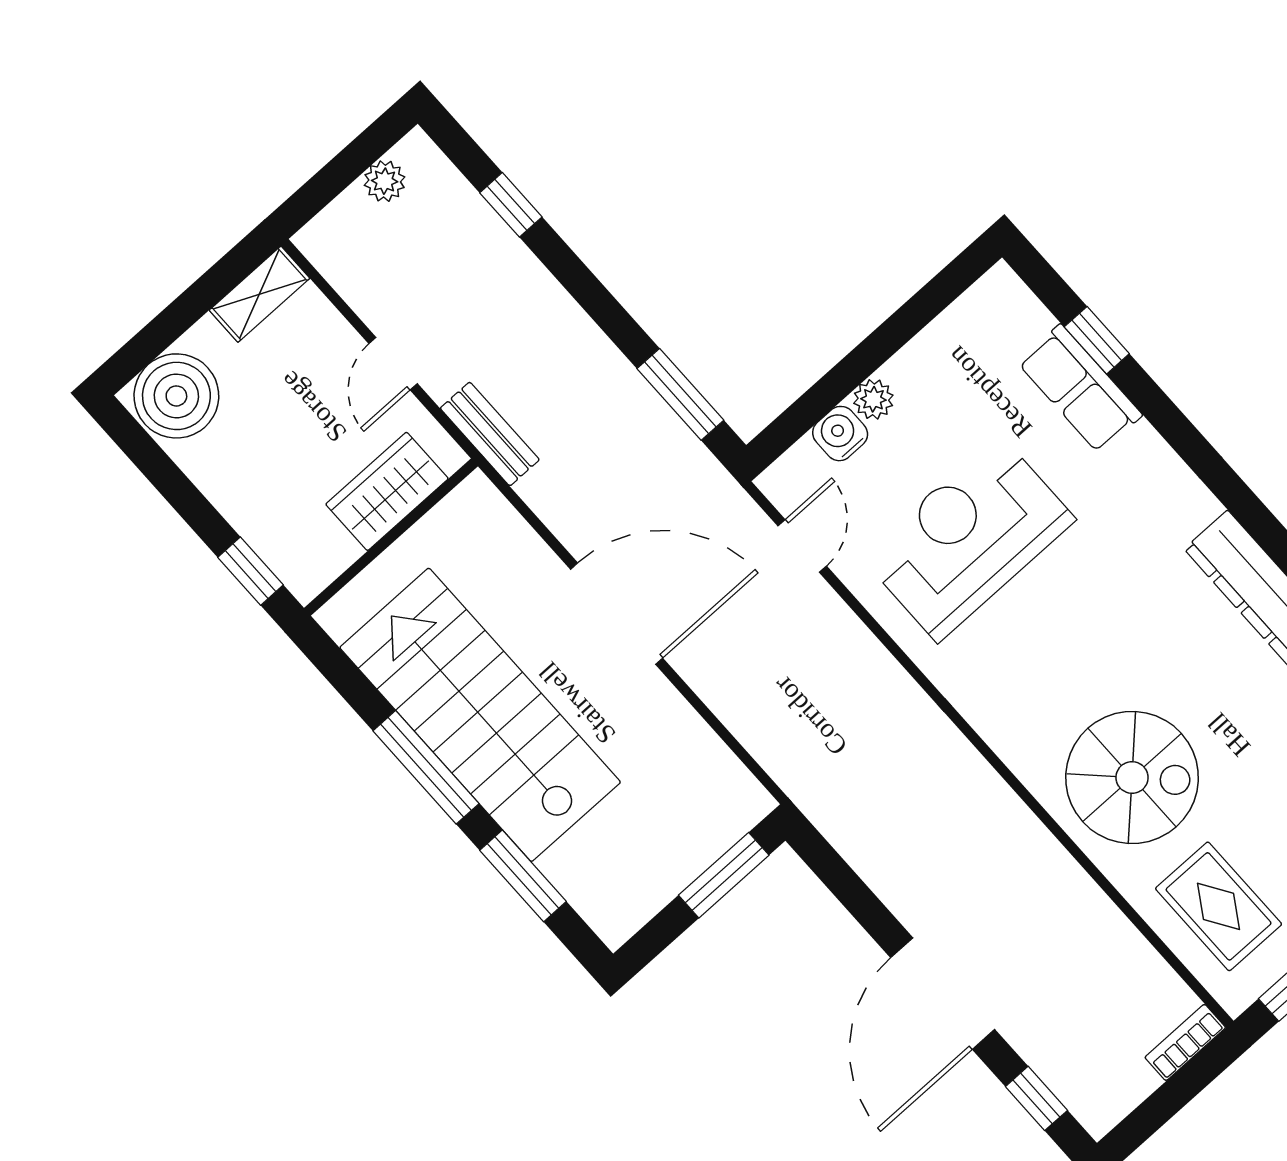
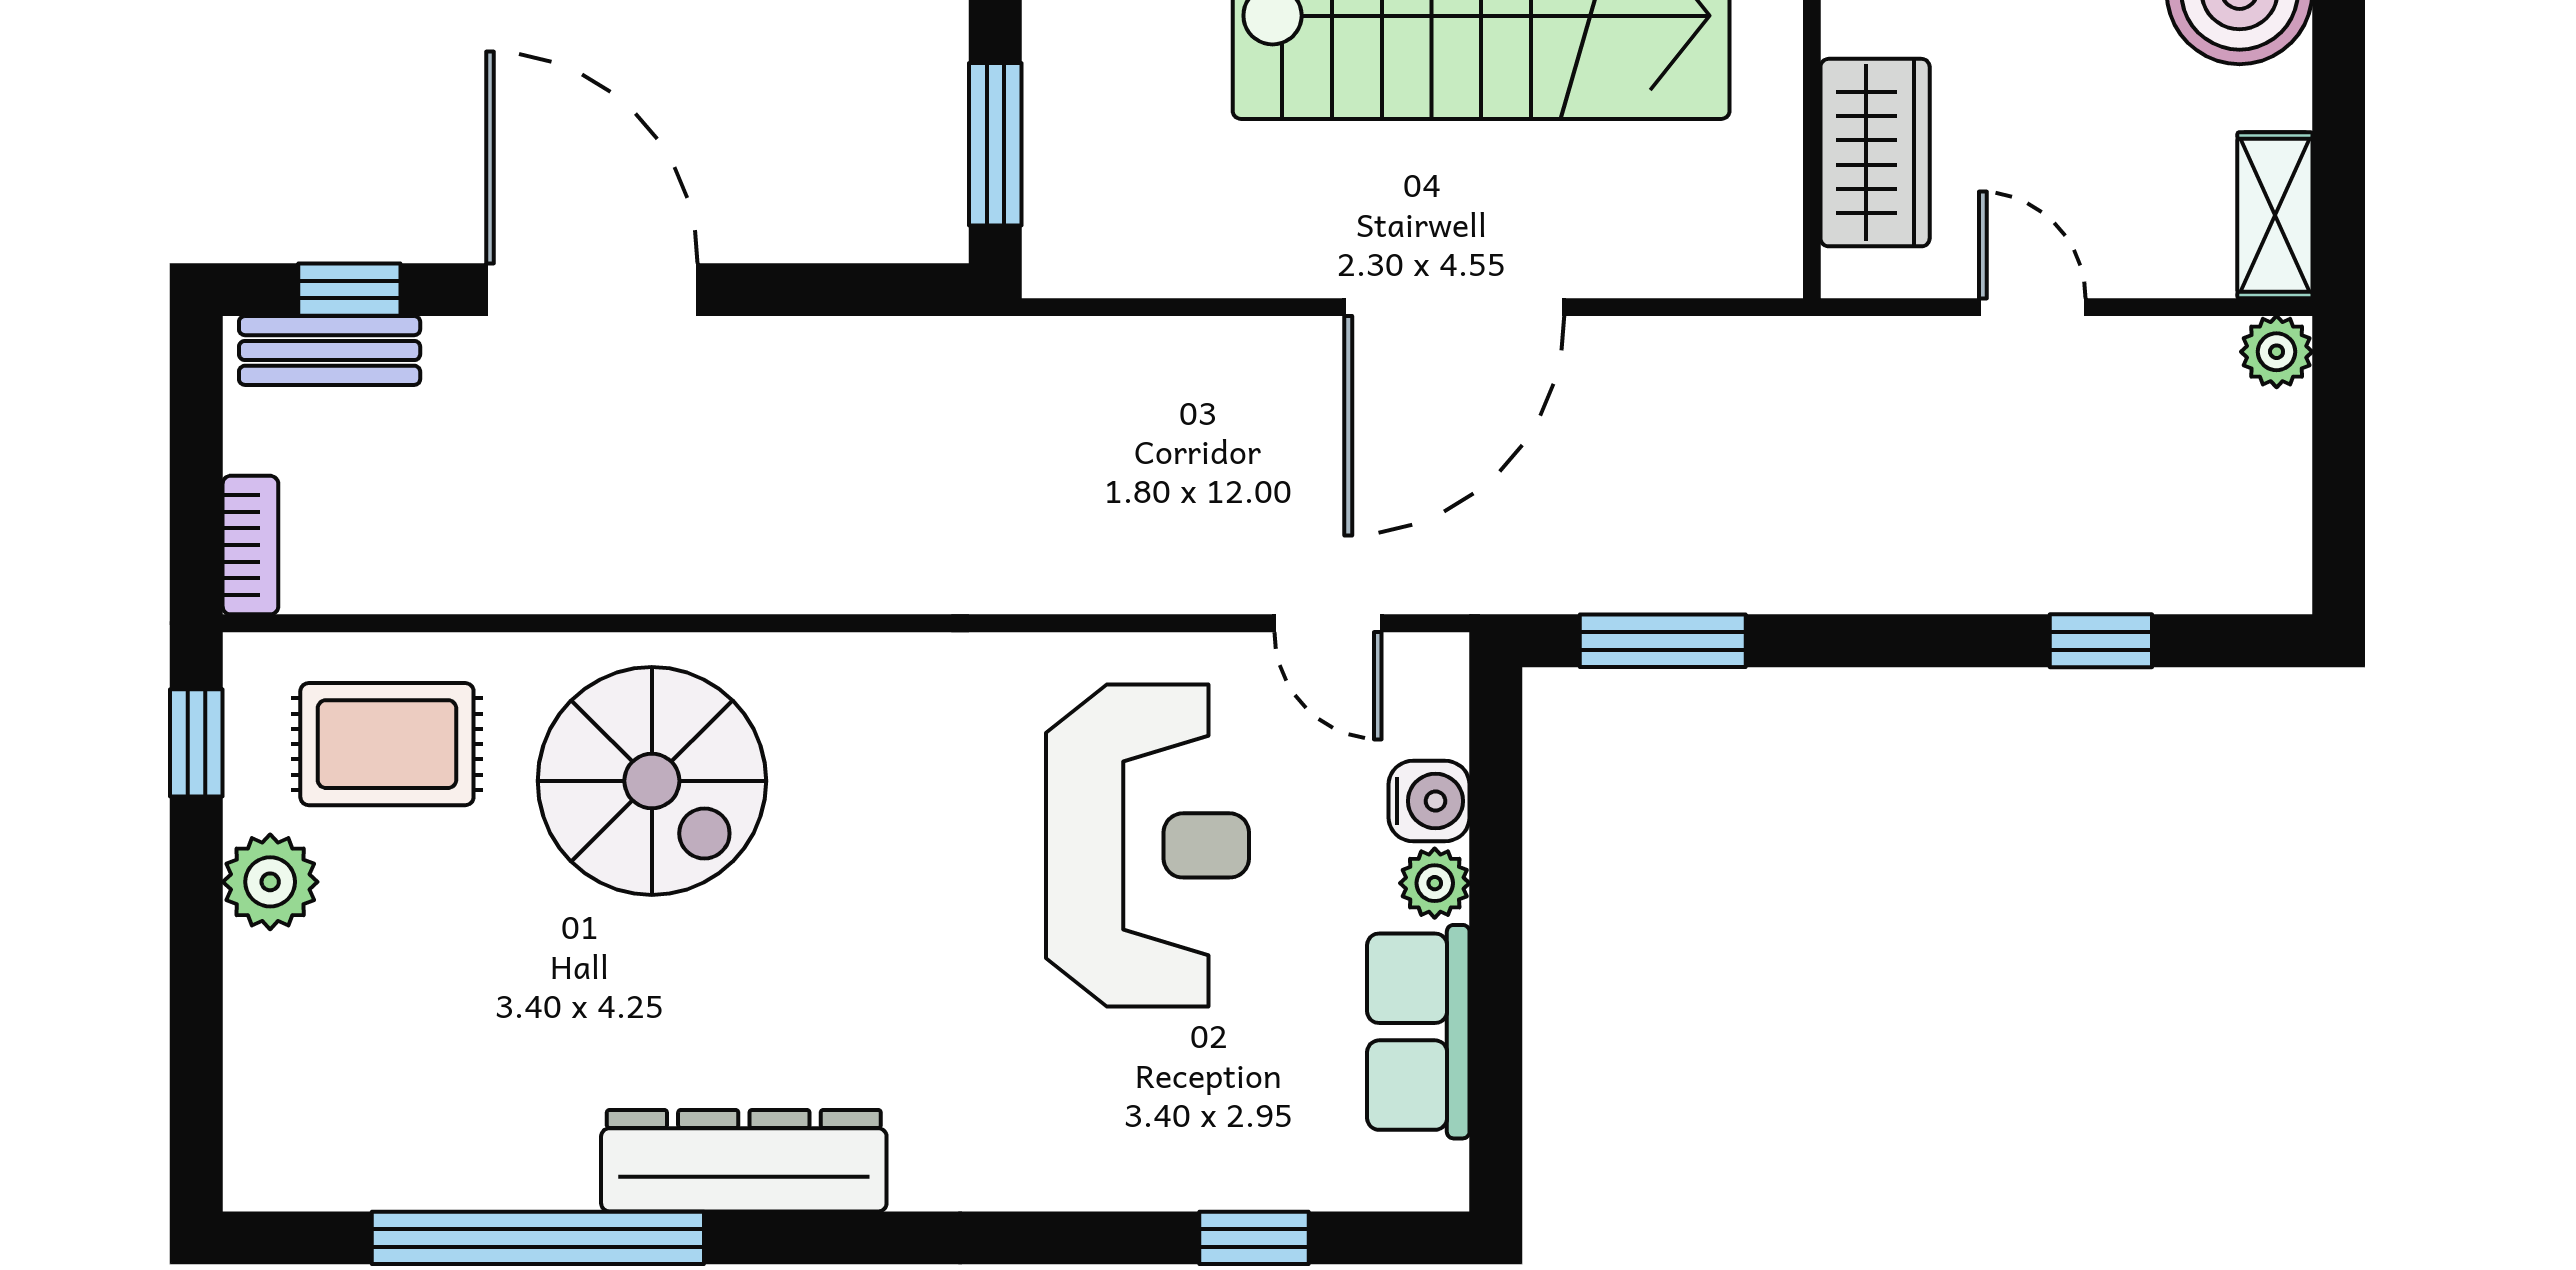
plant: (385, 181) -> (2277, 352), moved
row of seats: (1080, 389) -> (1418, 1032), moved, turned -90
bench: (490, 434) -> (330, 350), moved
spiral stairs: (1132, 778) -> (652, 781), turned -90

